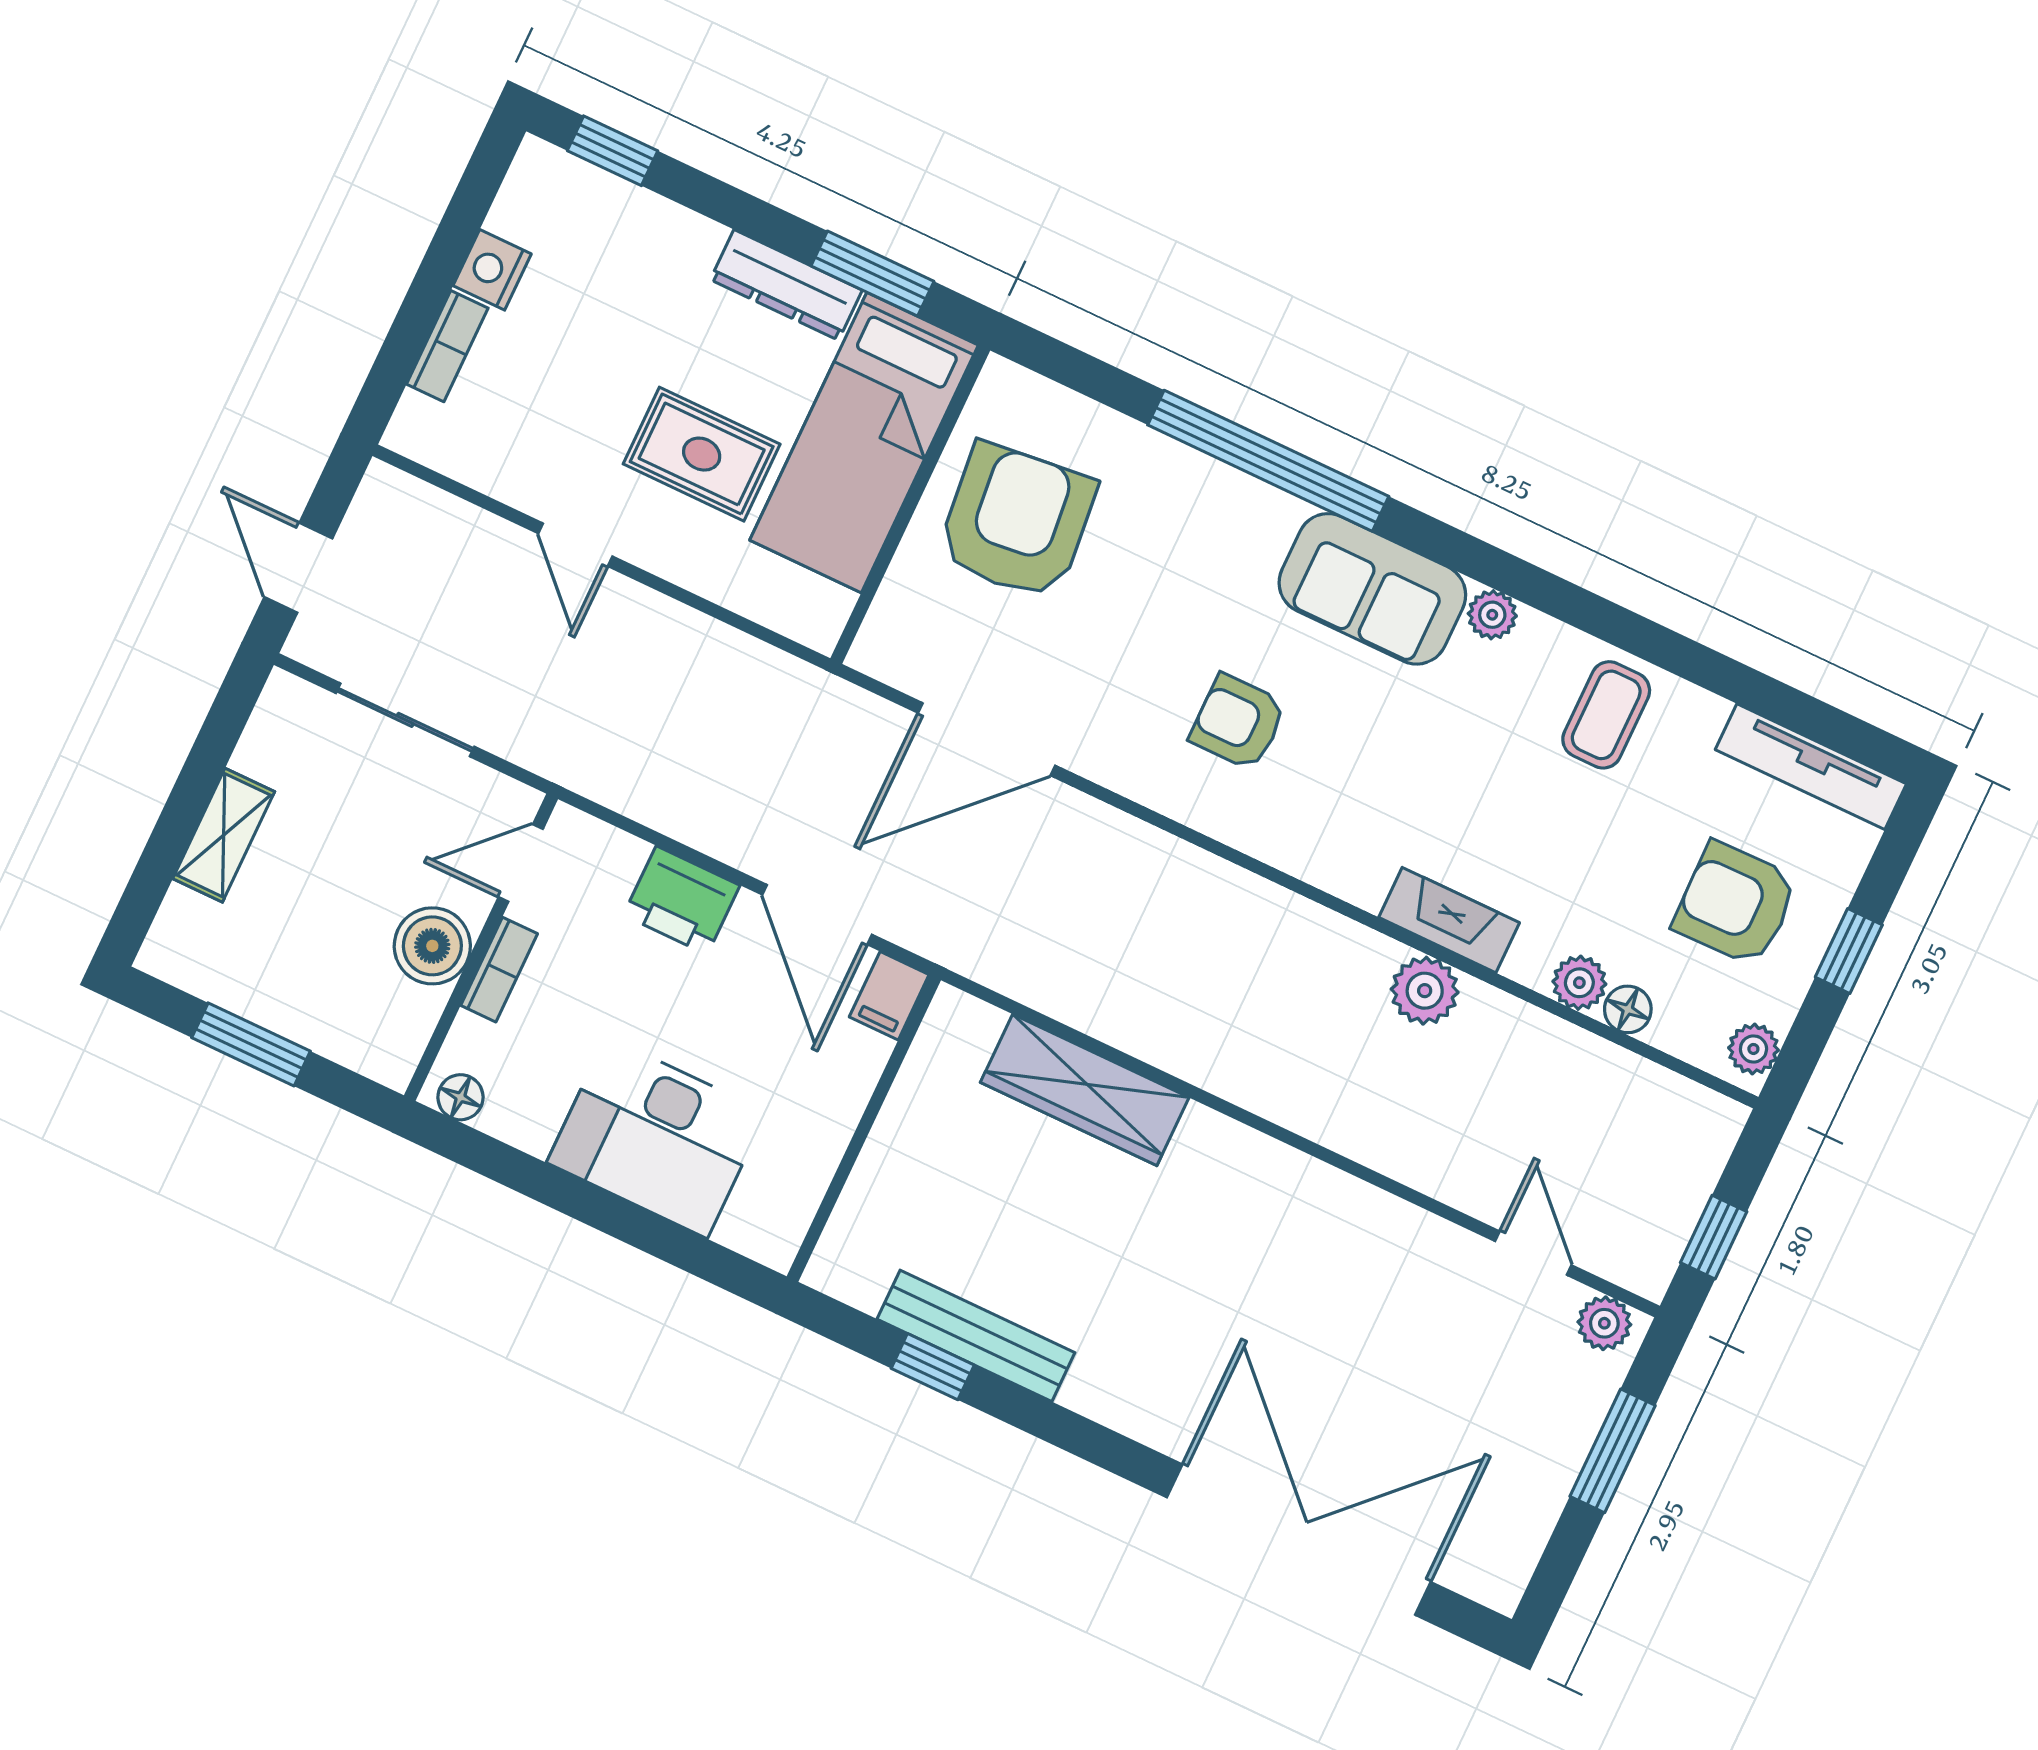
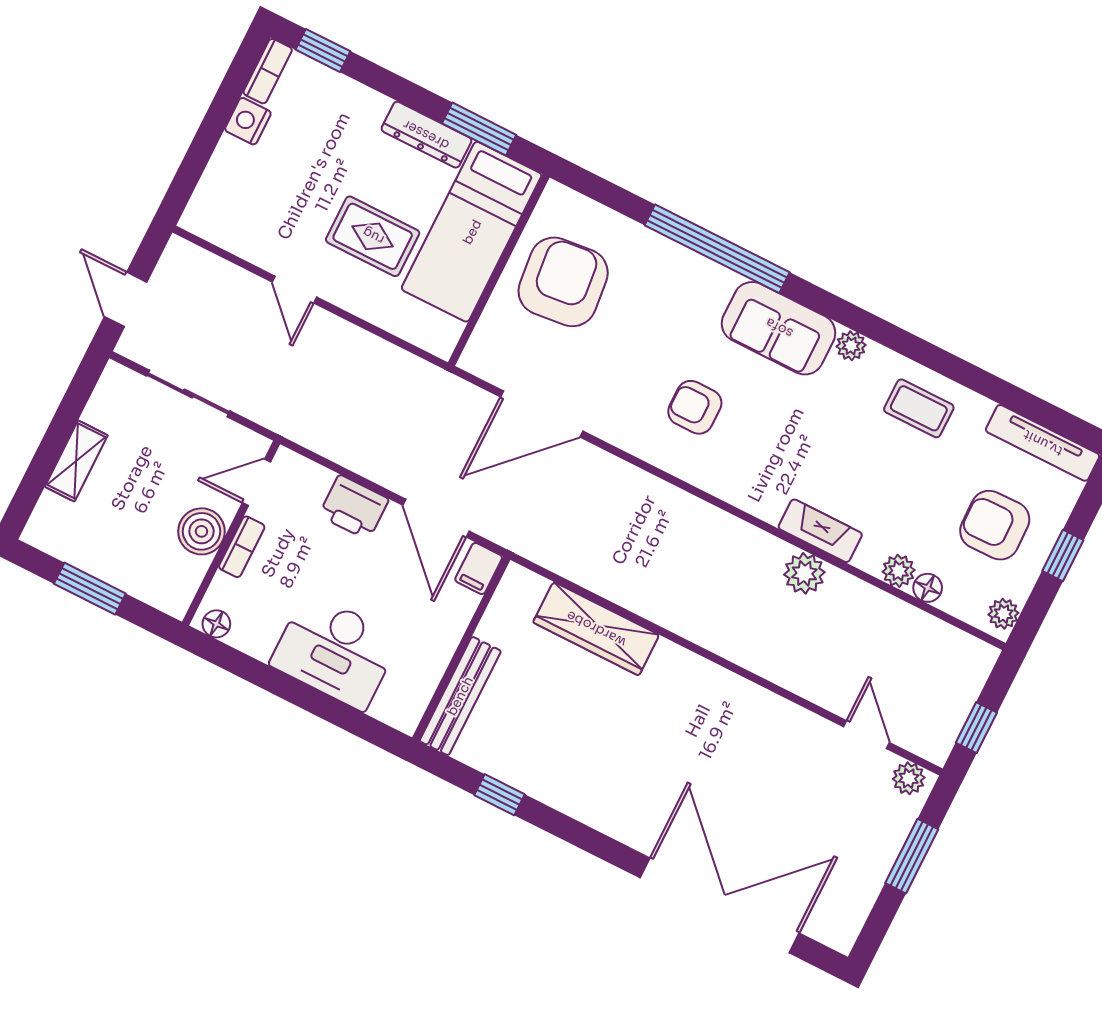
bookcase: (447, 346) -> (268, 71), moved
coffee table: (1606, 715) -> (919, 408), turned 90
bench: (976, 1336) -> (460, 696), moved, turned 90

